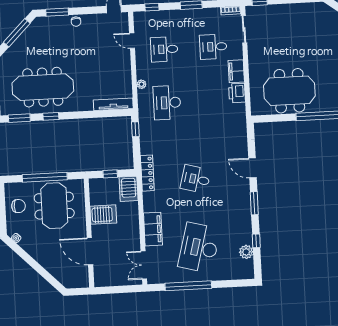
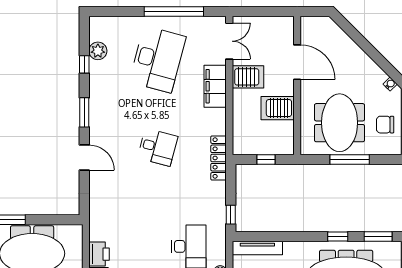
window: (45, 177) -> (350, 160), width x0.68
server rack: (129, 189) -> (248, 77), moved, turned 90

